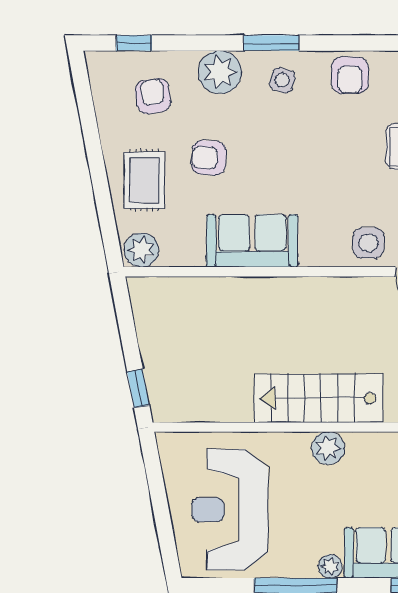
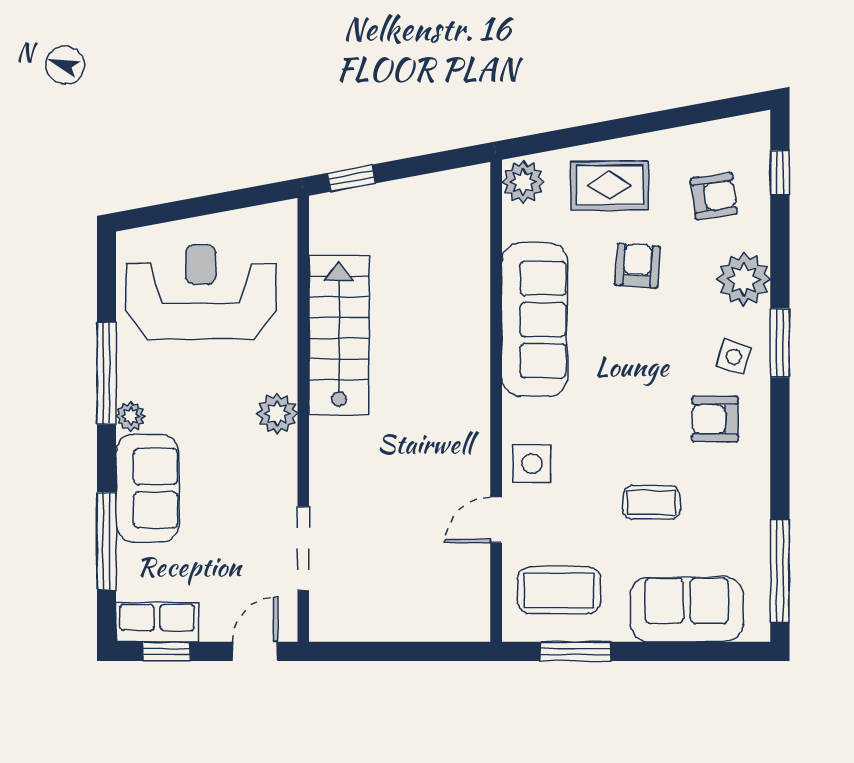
armchair: (350, 75) -> (715, 419), moved
sofa: (252, 241) -> (535, 320), width x1.36
stairs: (319, 398) -> (339, 335), moved

